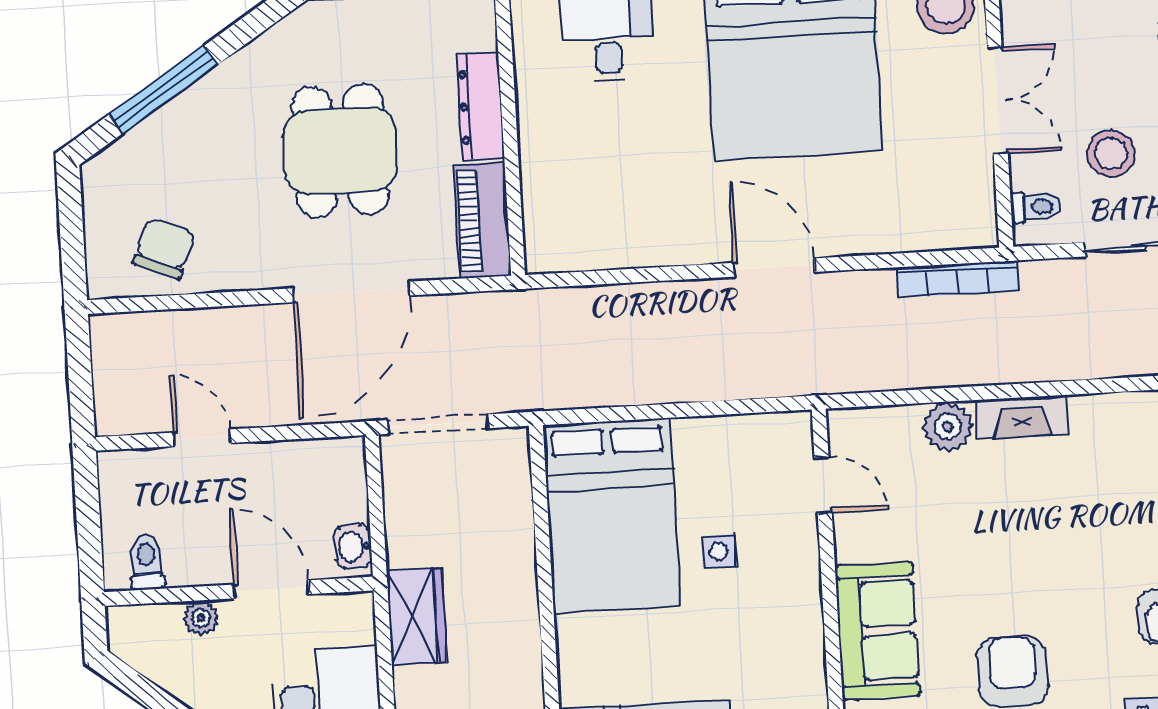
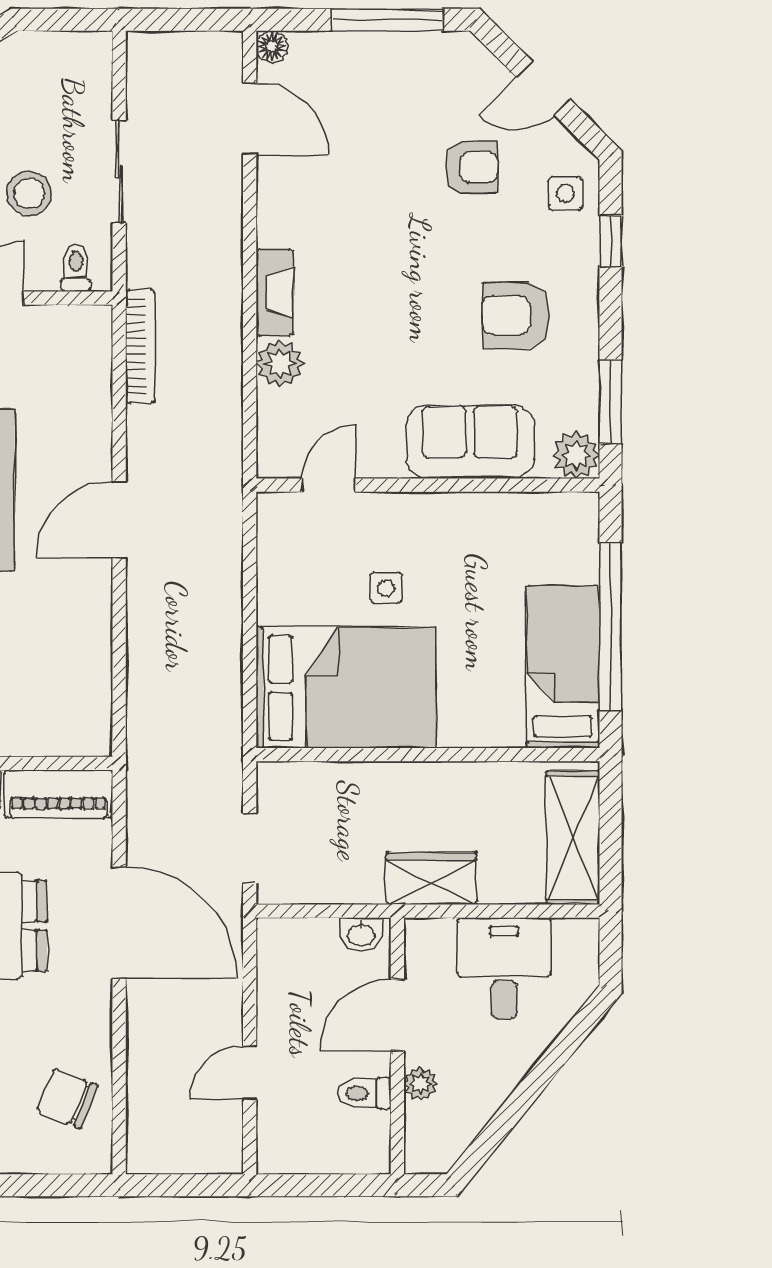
doorway: (438, 424) -> (250, 848), width x0.73
toilet: (147, 562) -> (364, 1093), moved

